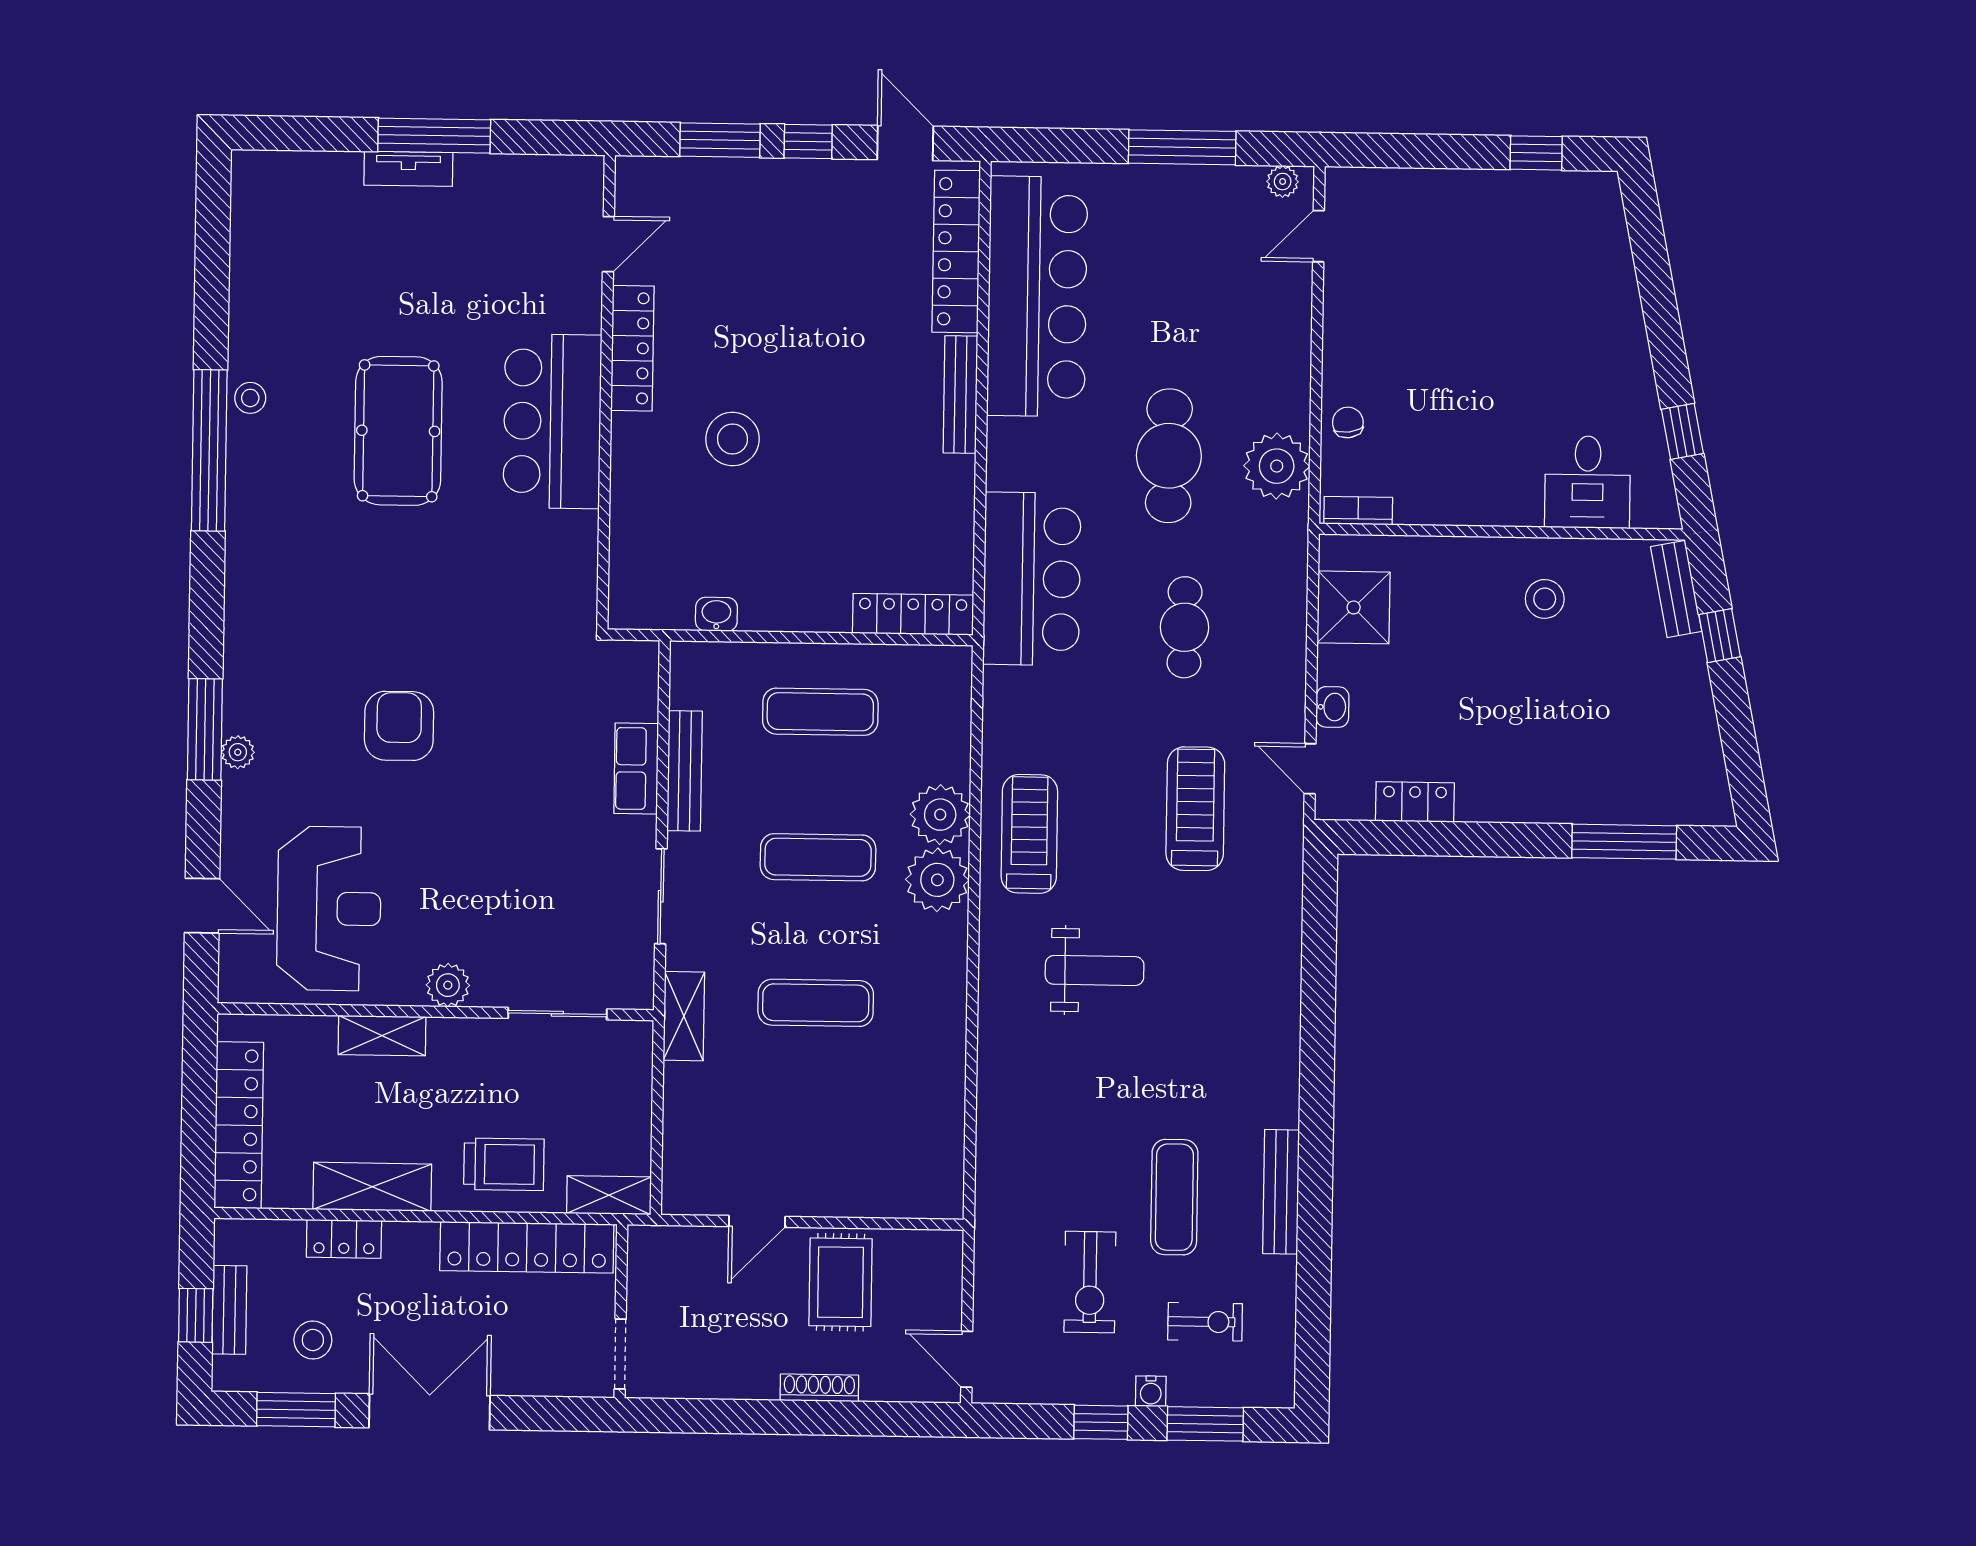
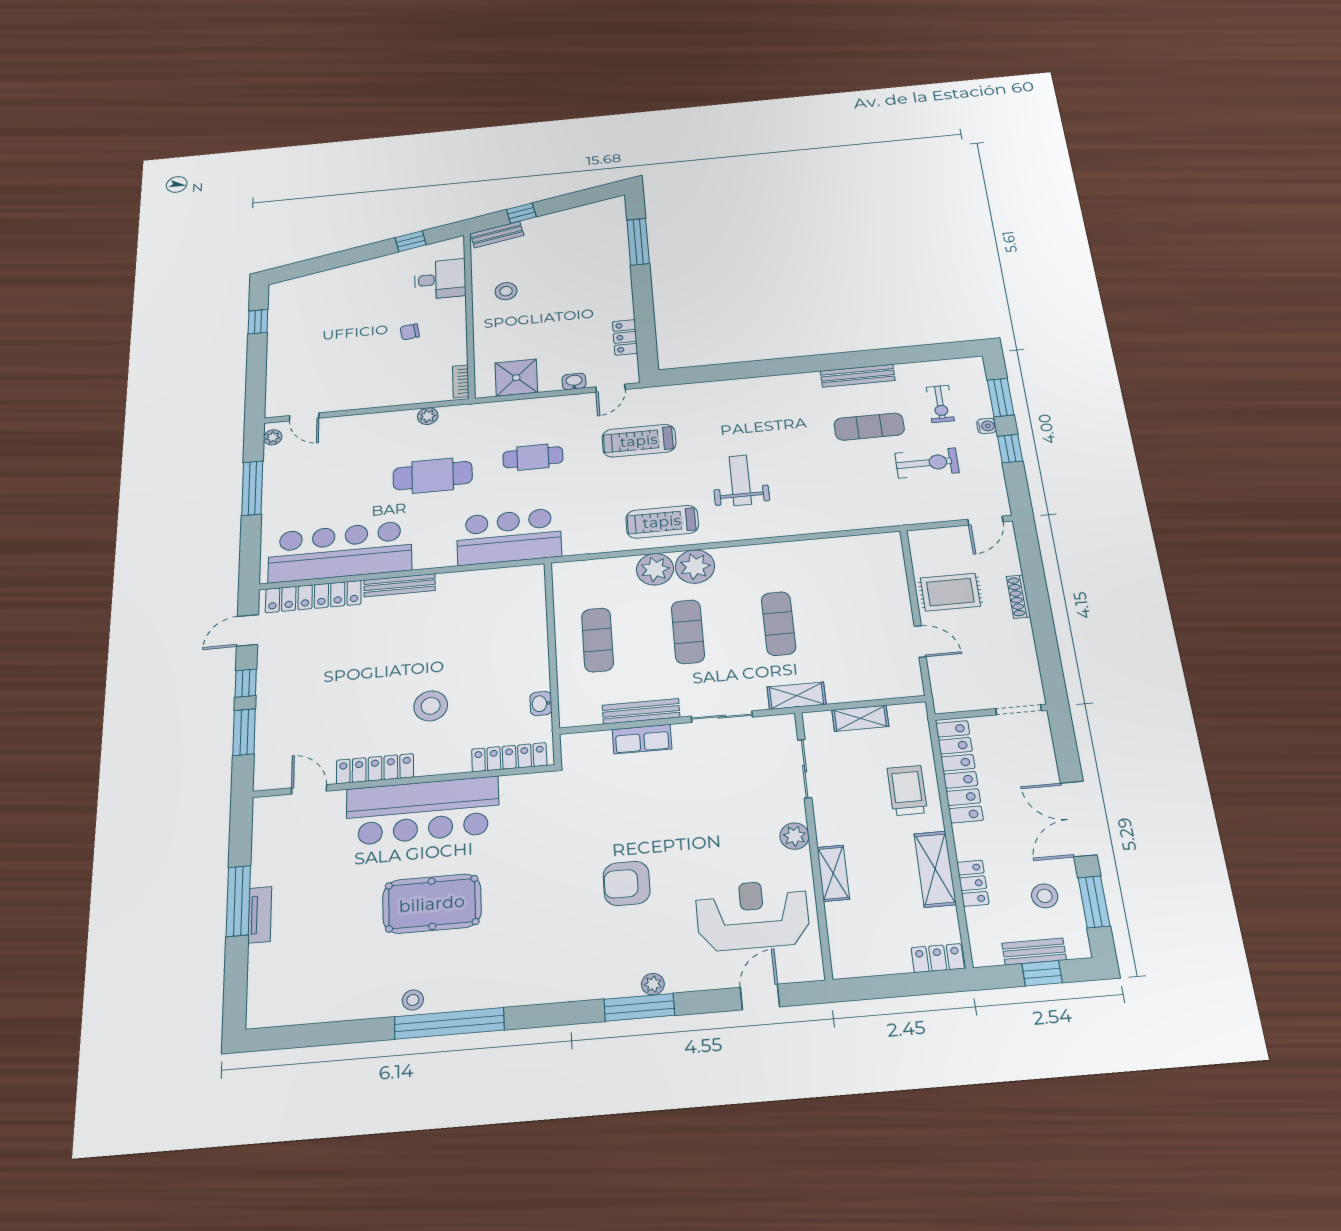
bar counter: (552, 421) -> (423, 811), width x1.36
chair: (1348, 422) -> (410, 332), moved
plant: (1277, 466) -> (428, 416), width x0.53, depth x0.53
locker: (913, 614) -> (509, 757), moved, turned 90
locker: (239, 1125) -> (938, 958), width x0.46, depth x0.83
shelving: (609, 1195) -> (860, 718), moved, turned 90
exercise bike: (1205, 1322) -> (940, 404), turned 180

